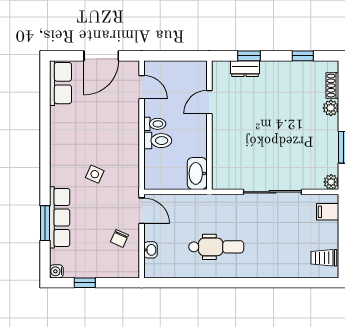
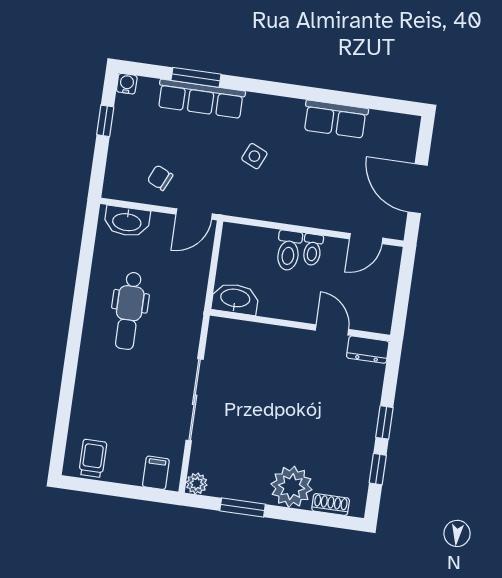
window: (249, 56) -> (384, 422), moved
dresser: (245, 69) -> (368, 350), moved, turned -90
row of seats: (61, 83) -> (335, 119), moved
plant: (331, 108) -> (292, 487), width x1.87, depth x1.87
washbasin: (150, 250) -> (127, 221), width x1.91, depth x1.45

